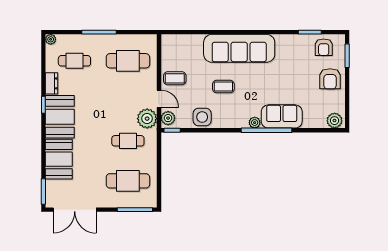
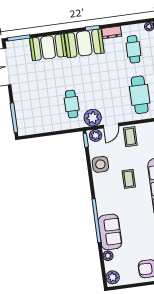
plant: (255, 123) -> (108, 256), moved
cafe table: (128, 181) -> (38, 109), removed

